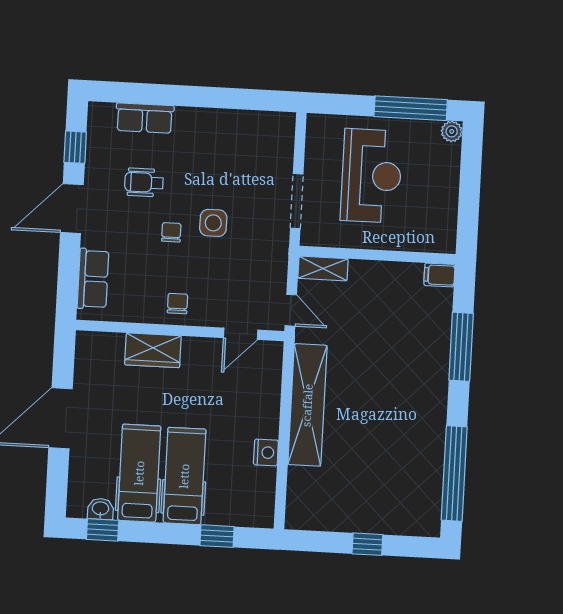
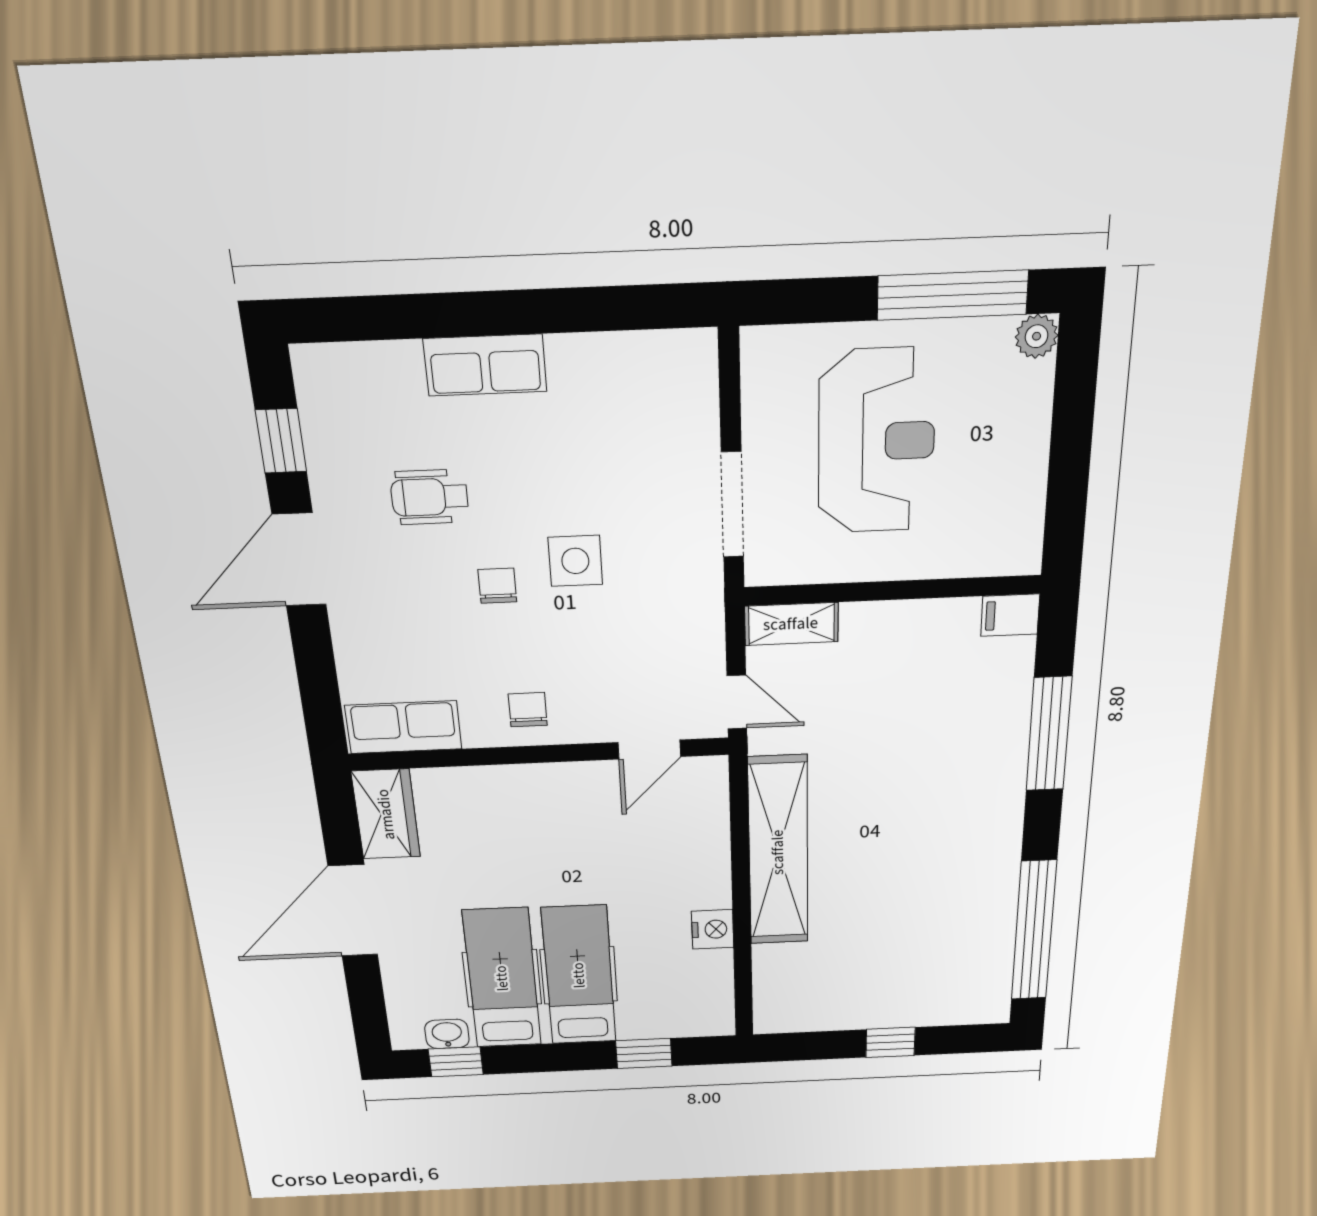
row of seats: (145, 118) -> (485, 365), moved
row of seats: (93, 279) -> (404, 727), moved, turned -90
wardrobe: (153, 350) -> (386, 814), moved, turned -90

